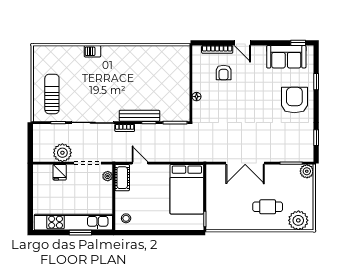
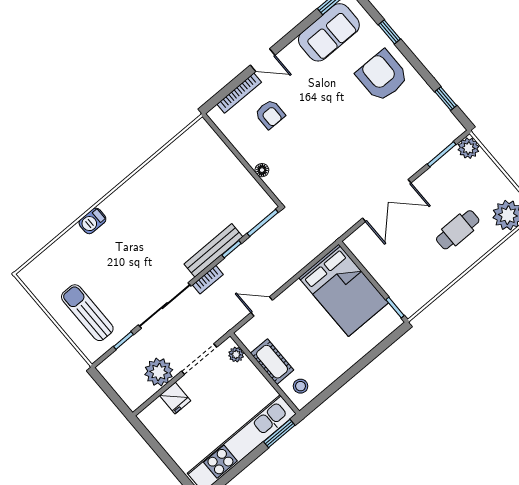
cot: (122, 178) -> (272, 362), moved
window: (80, 233) -> (279, 434), moved

